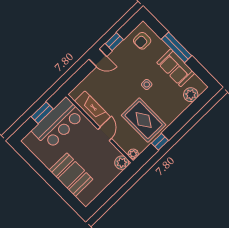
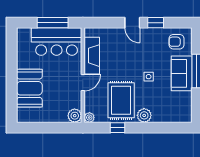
sofa: (176, 68) -> (182, 73), moved
plant: (191, 95) -> (144, 115), moved
window: (42, 113) -> (53, 23), width x1.44

